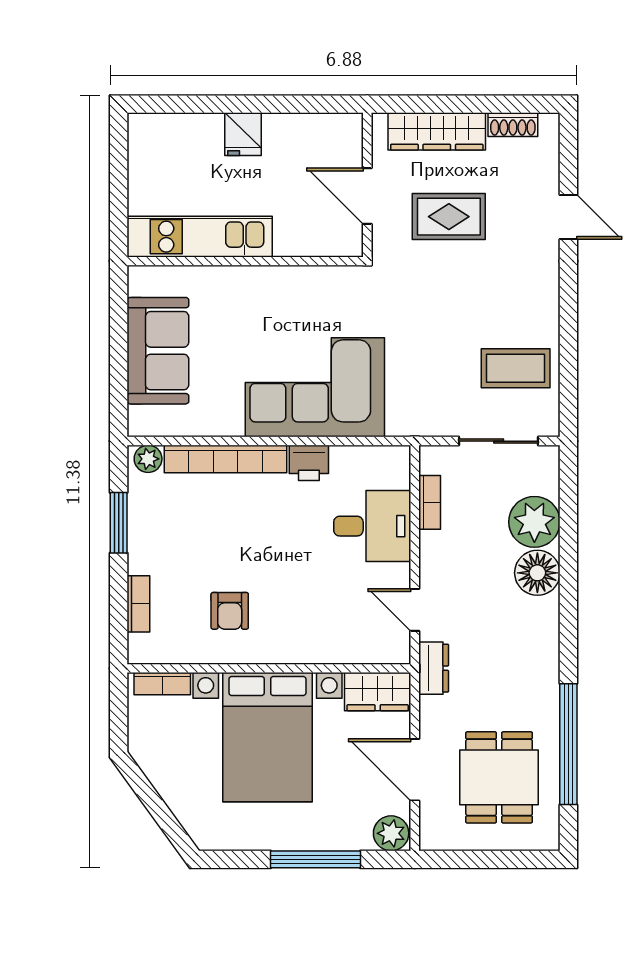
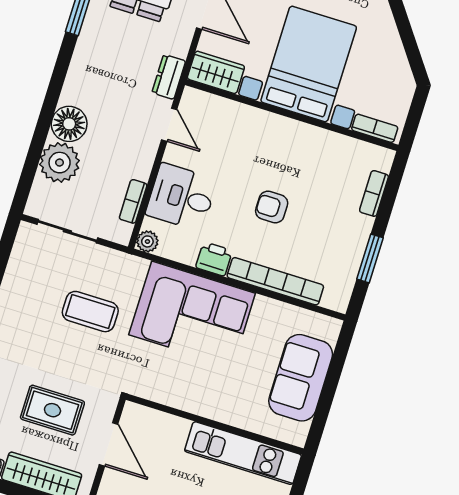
coffee table: (516, 368) -> (90, 312), moved
plant: (148, 459) -> (147, 241), moved
armchair: (230, 611) -> (272, 207), moved, turned -90

